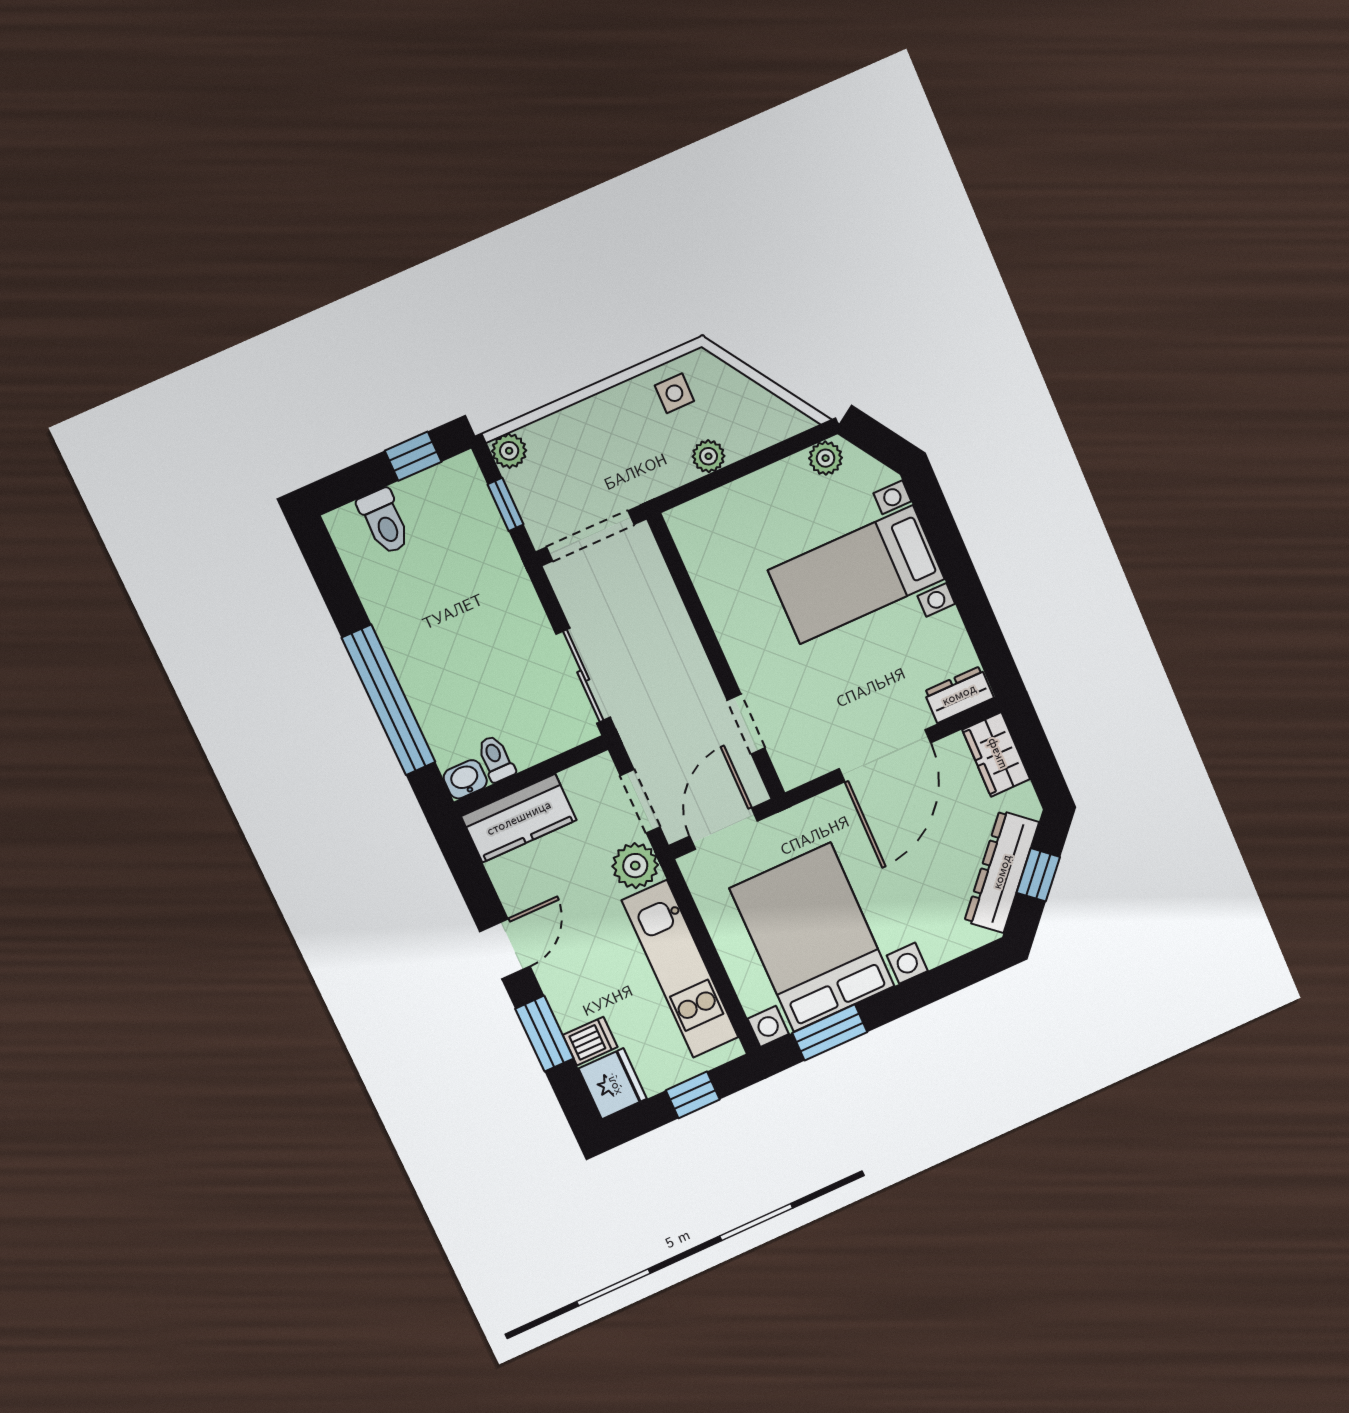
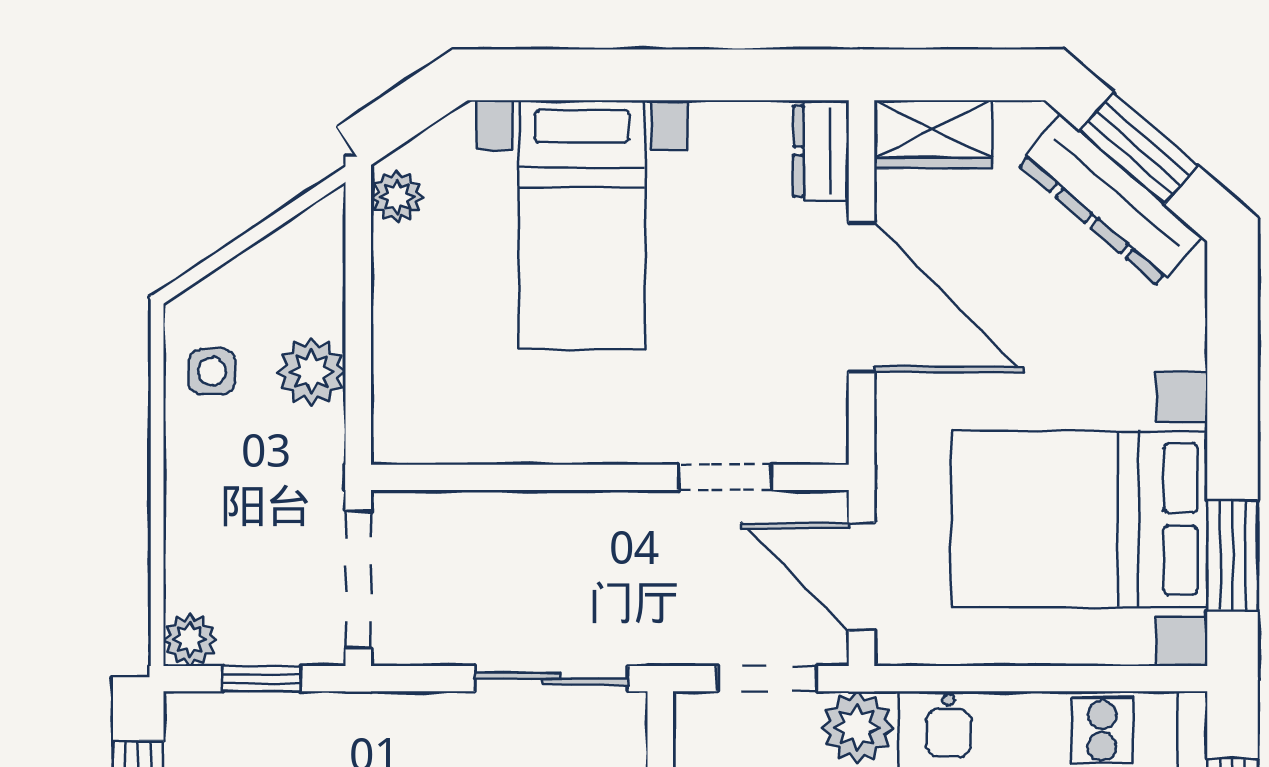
plant: (708, 456) -> (311, 372), width x1.38, depth x1.38
window: (1038, 875) -> (1139, 148), width x1.50

